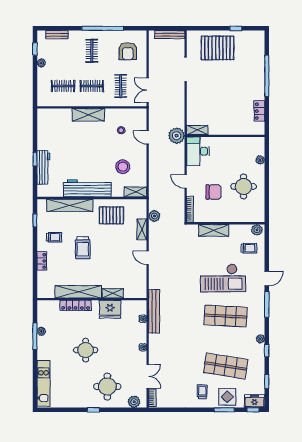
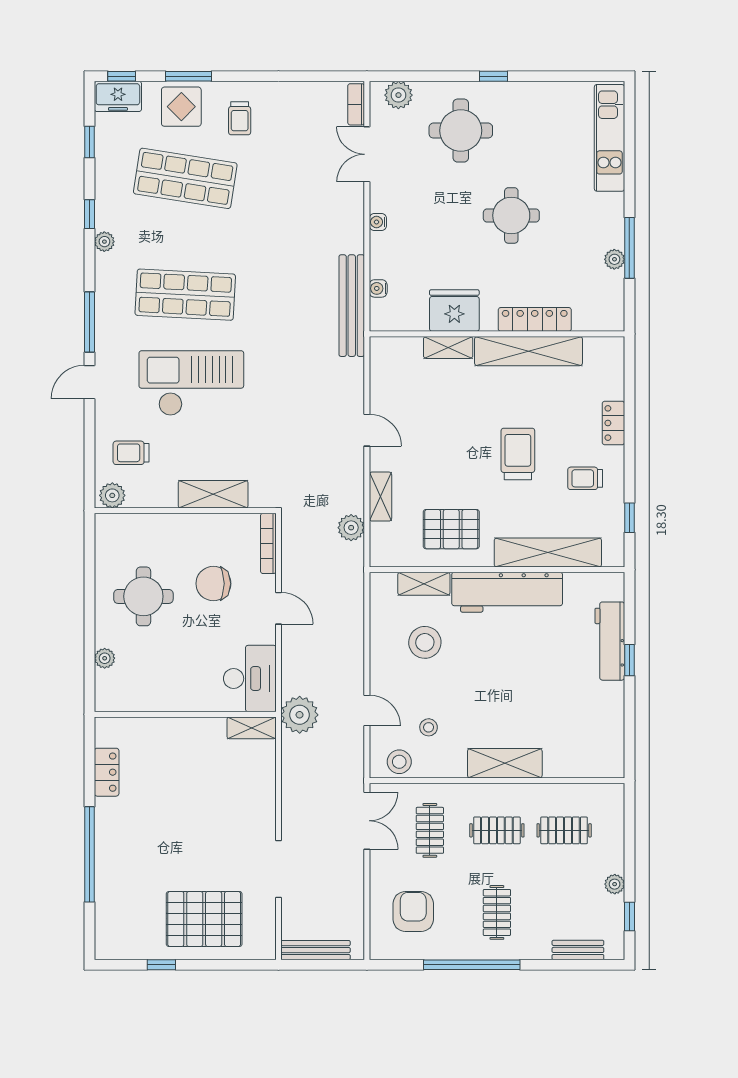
stool: (134, 115) -> (399, 762), added
shelving: (135, 192) -> (424, 584), moved

